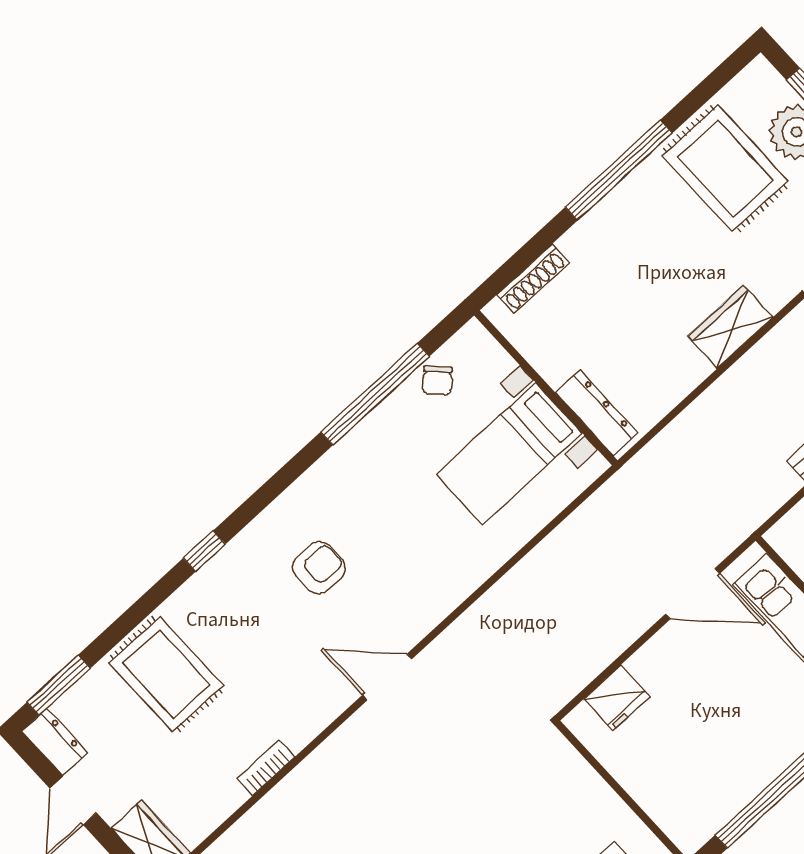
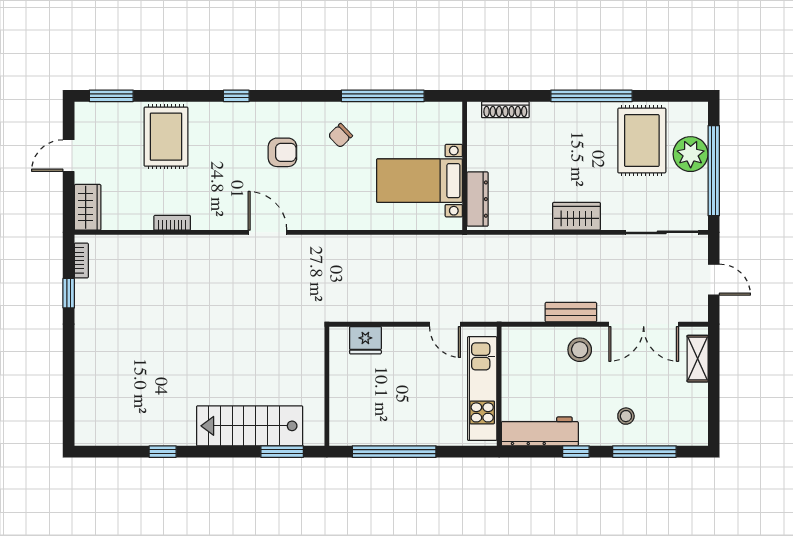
chair: (437, 380) -> (340, 136), moved
door: (693, 594) -> (445, 324), width x0.73
dresser: (55, 742) -> (85, 121), removed

